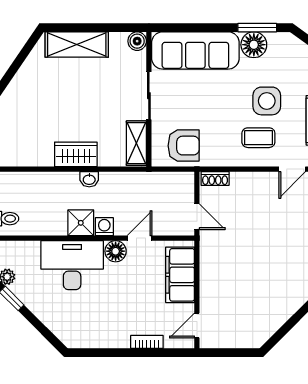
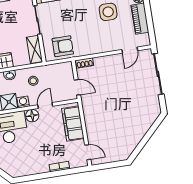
coffee table: (258, 138) -> (107, 34), removed
stool: (126, 194) -> (33, 81), added
door: (197, 326) -> (88, 152), swing flipped

